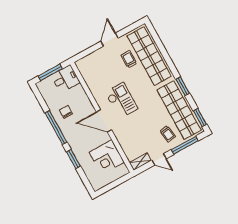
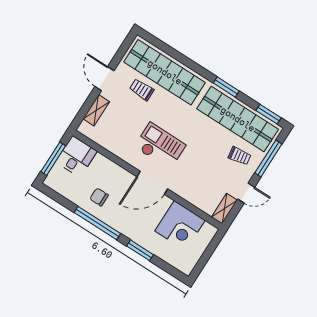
shelving: (94, 57) -> (96, 110), added

